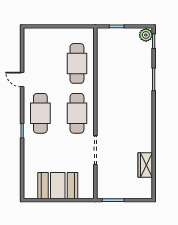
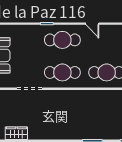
door: (22, 79) -> (92, 24), swing flipped

